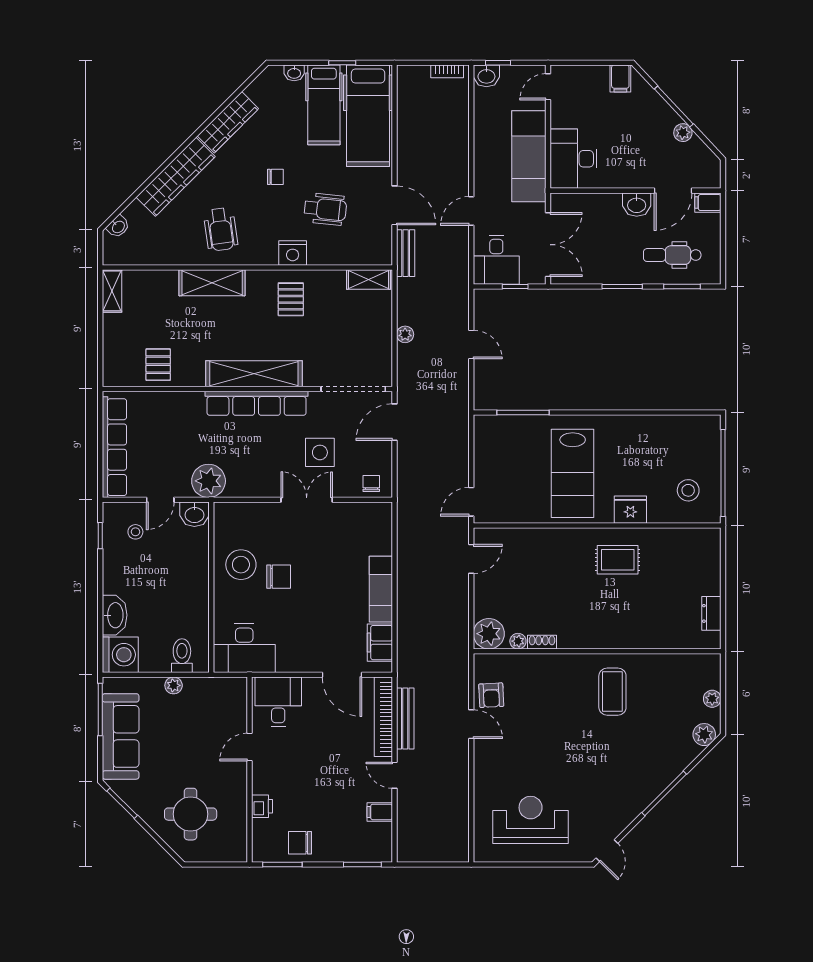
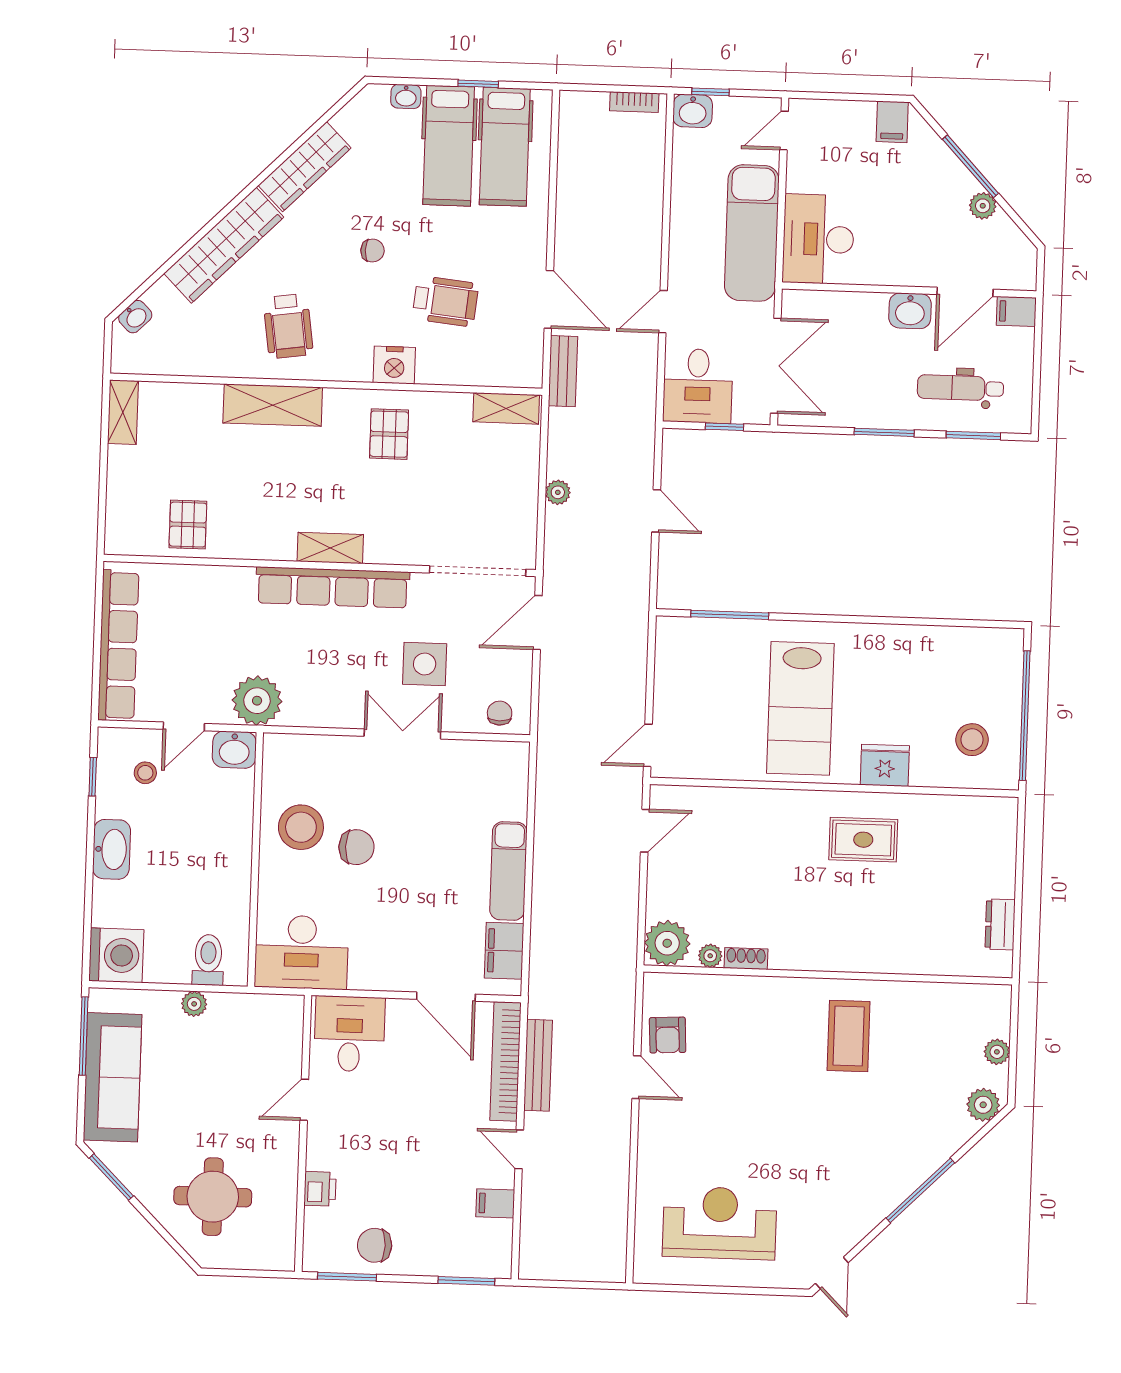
hospital bed: (368, 116) -> (505, 147), width x0.73, depth x0.78
shelving: (254, 374) -> (330, 548), width x0.45, depth x0.75
washbasin: (115, 615) -> (112, 849), moved

